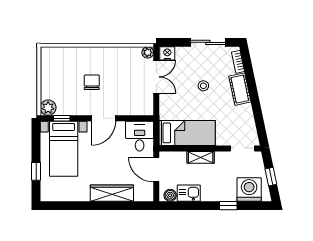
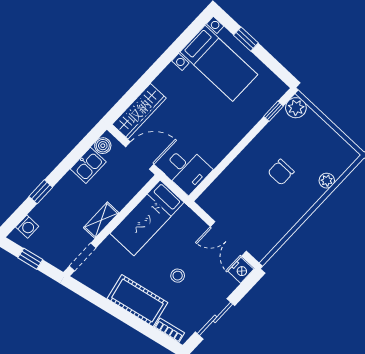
plant: (148, 52) -> (327, 181), moved
chair: (92, 82) -> (281, 172), turned 90
cot: (240, 89) -> (137, 301), width x1.37, depth x1.34
door: (103, 118) -> (236, 151), removed
bed with nightstands: (64, 149) -> (219, 63), moved, turned 180
shelving: (201, 157) -> (101, 220), moved
washing machine: (249, 189) -> (27, 227), width x0.53, depth x0.53
wardrobe: (112, 193) -> (139, 111), moved

